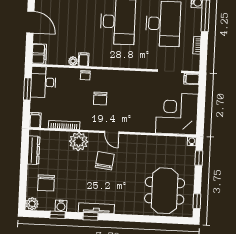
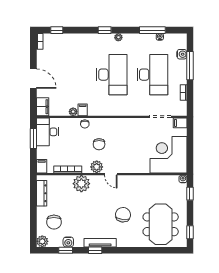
plant: (96, 124) -> (97, 167), added
chair: (105, 161) -> (123, 215), moved

